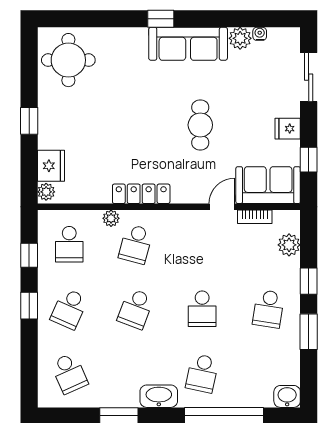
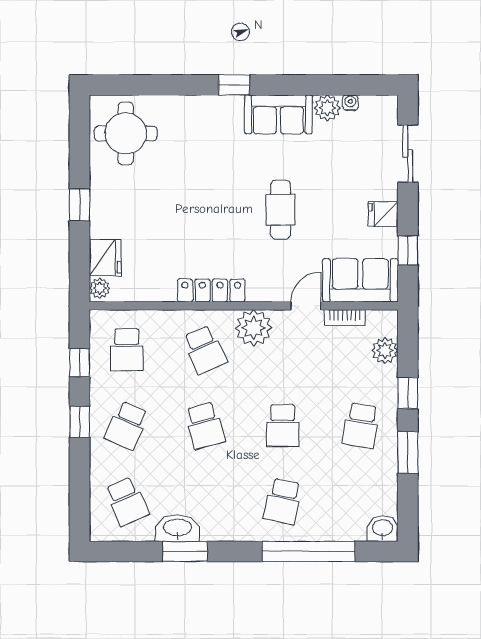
sofa: (188, 44) -> (278, 114), width x0.73
plant: (111, 218) -> (254, 328), moved, width x1.88, depth x1.88
school desk: (136, 244) -> (205, 350), turned -39
school desk: (136, 309) -> (205, 426), turned -36
washbasin: (159, 396) -> (178, 528), moved

